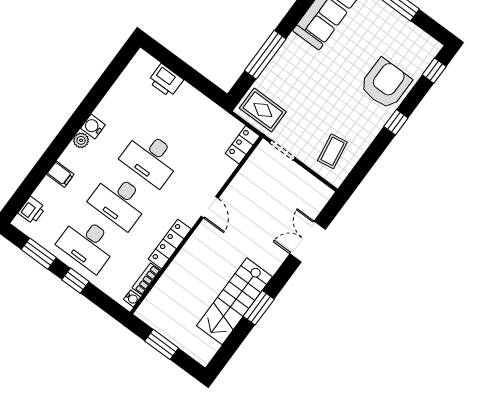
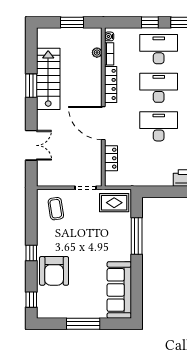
locker: (243, 145) -> (111, 158), moved
door: (210, 207) -> (103, 123), width x1.87
plant: (159, 291) -> (97, 53), added

